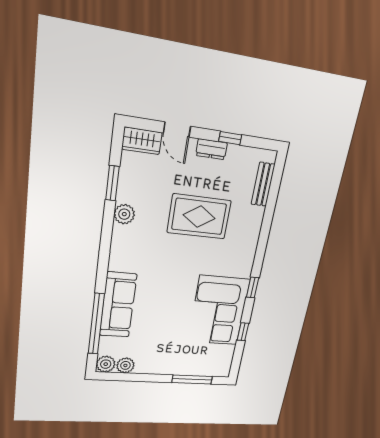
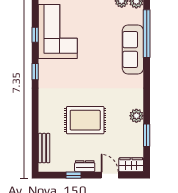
corner sofa: (219, 311) -> (58, 32), moved

